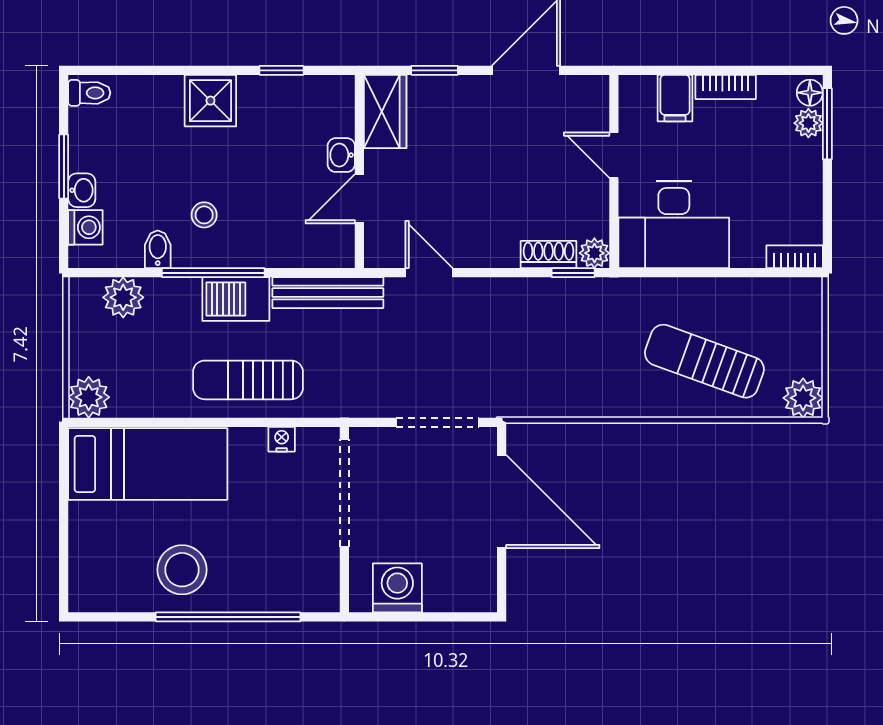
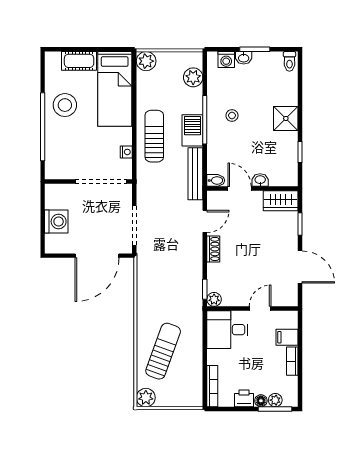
floor lamp: (810, 93) -> (261, 401), moved
printer: (805, 189) -> (244, 398), added
desk: (674, 225) -> (227, 330), width x0.73
bidet: (158, 249) -> (216, 180), moved
shoe rack: (549, 254) -> (213, 249), moved
bookcase: (795, 257) -> (212, 386), width x1.56
cot: (88, 540) -> (79, 61), added
washing machine: (397, 588) -> (56, 222), moved

